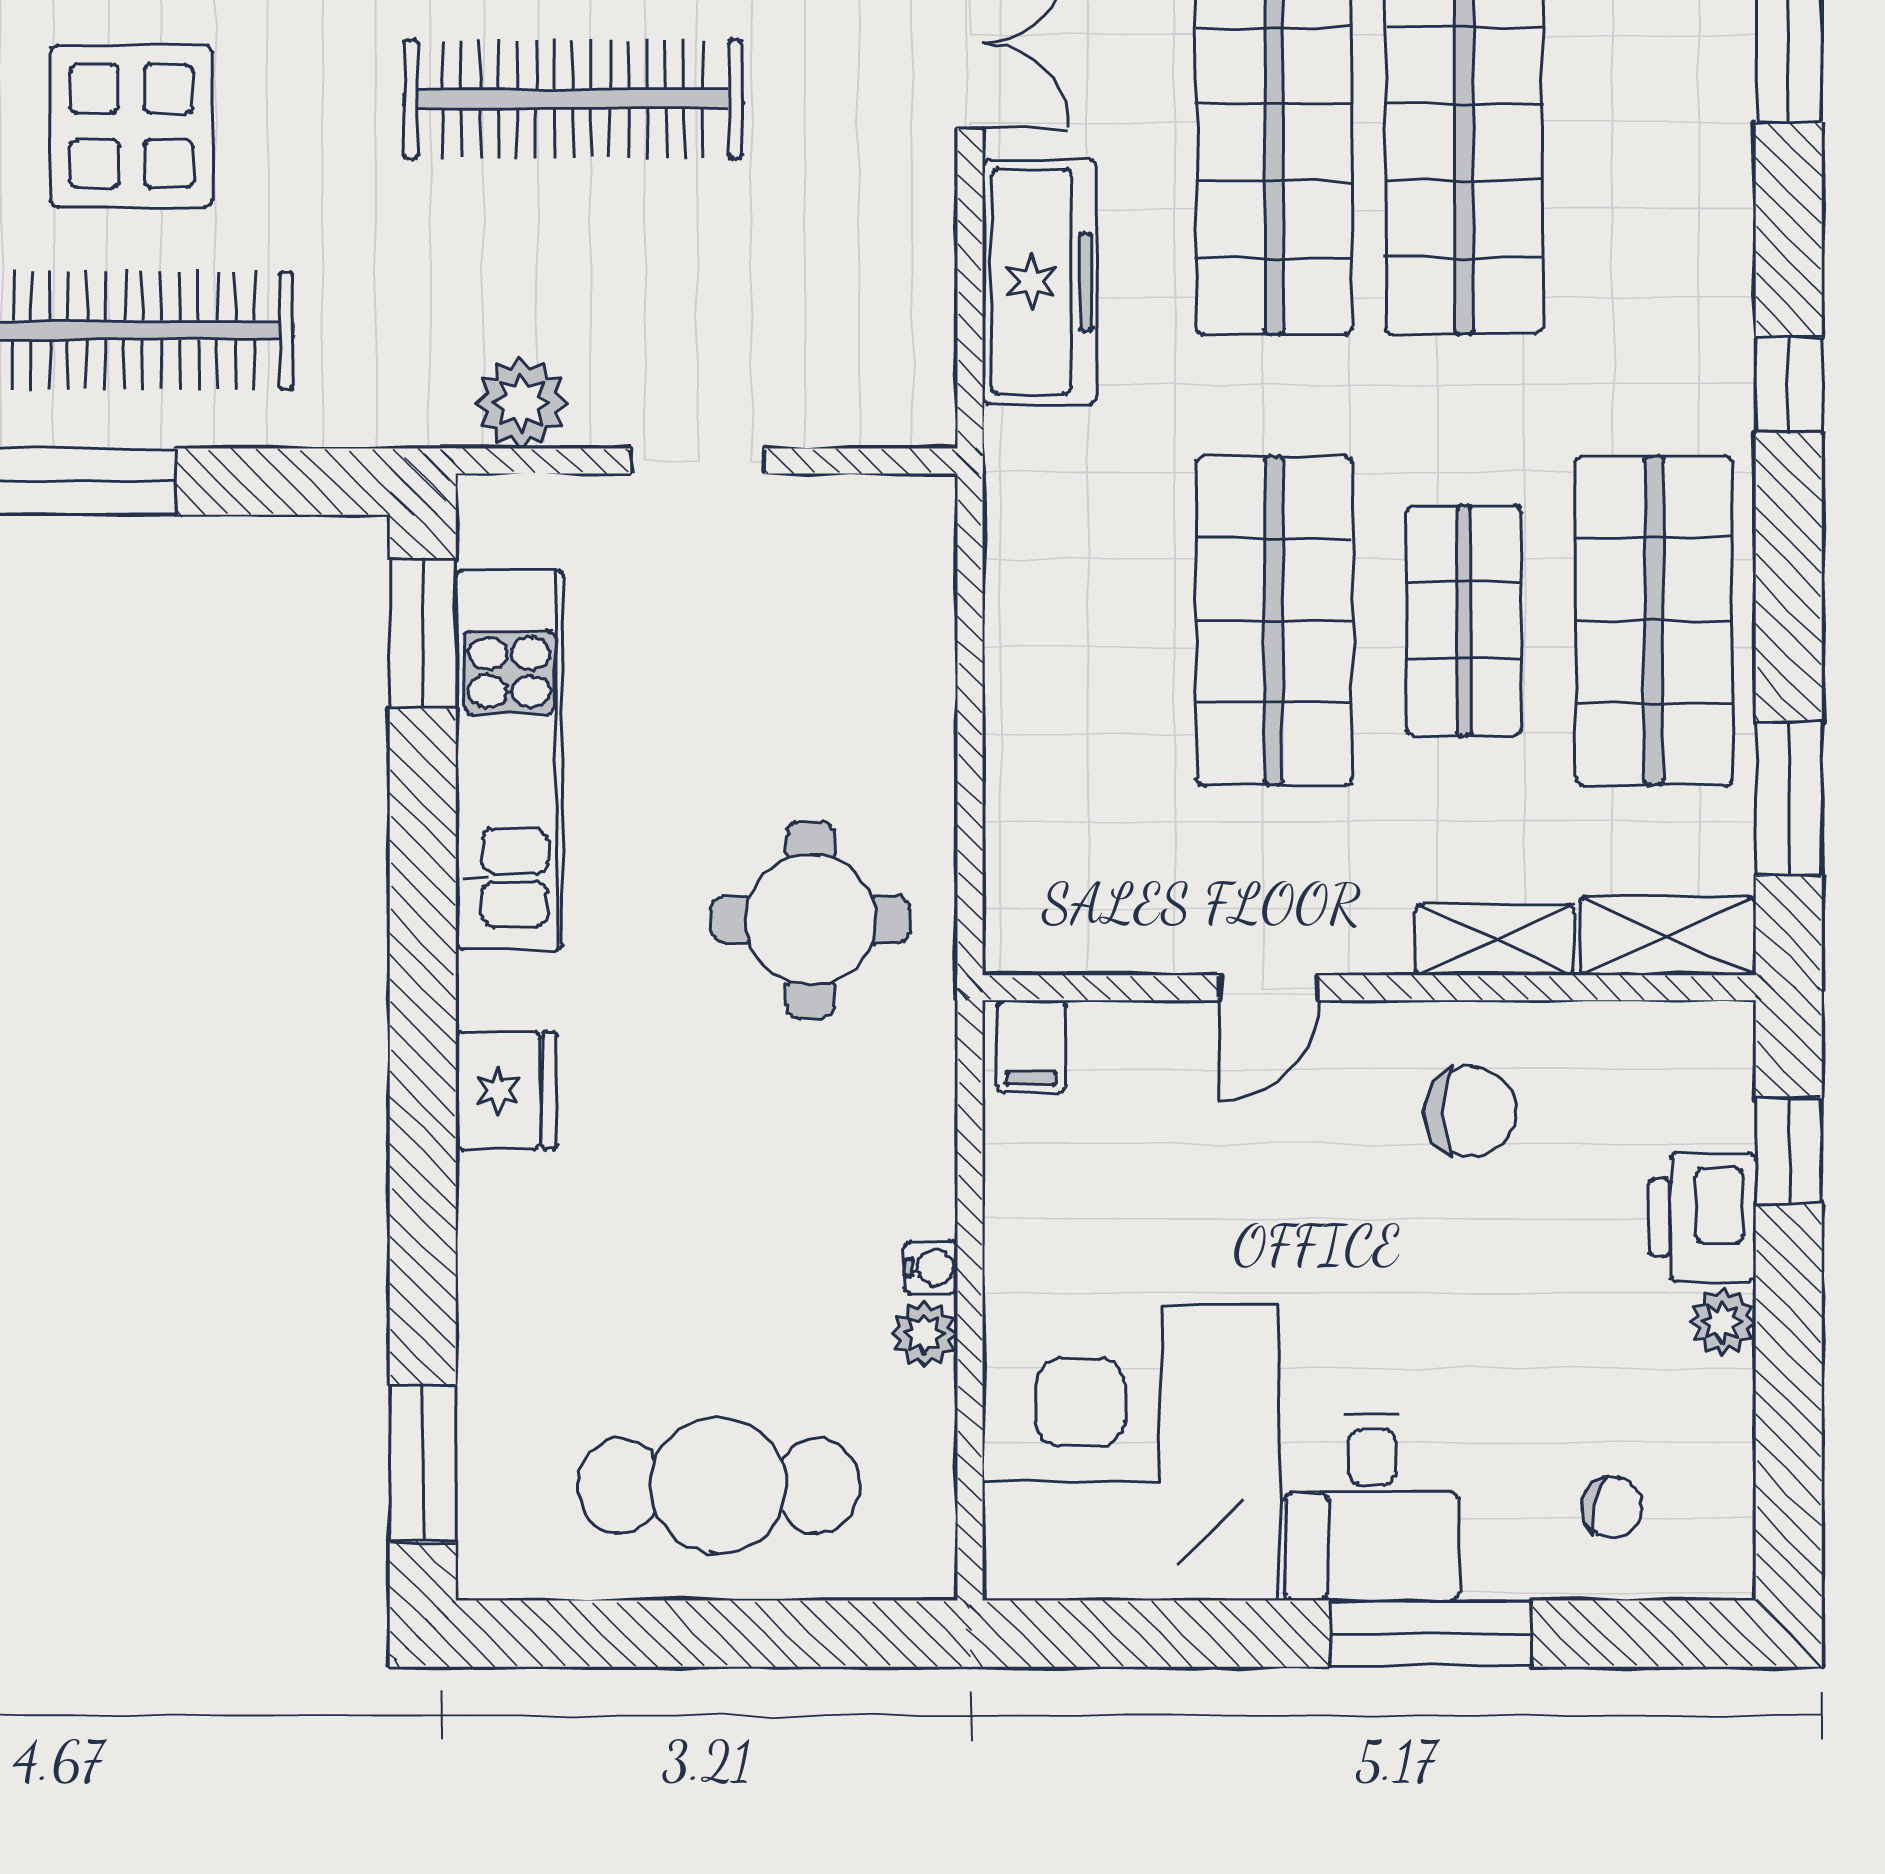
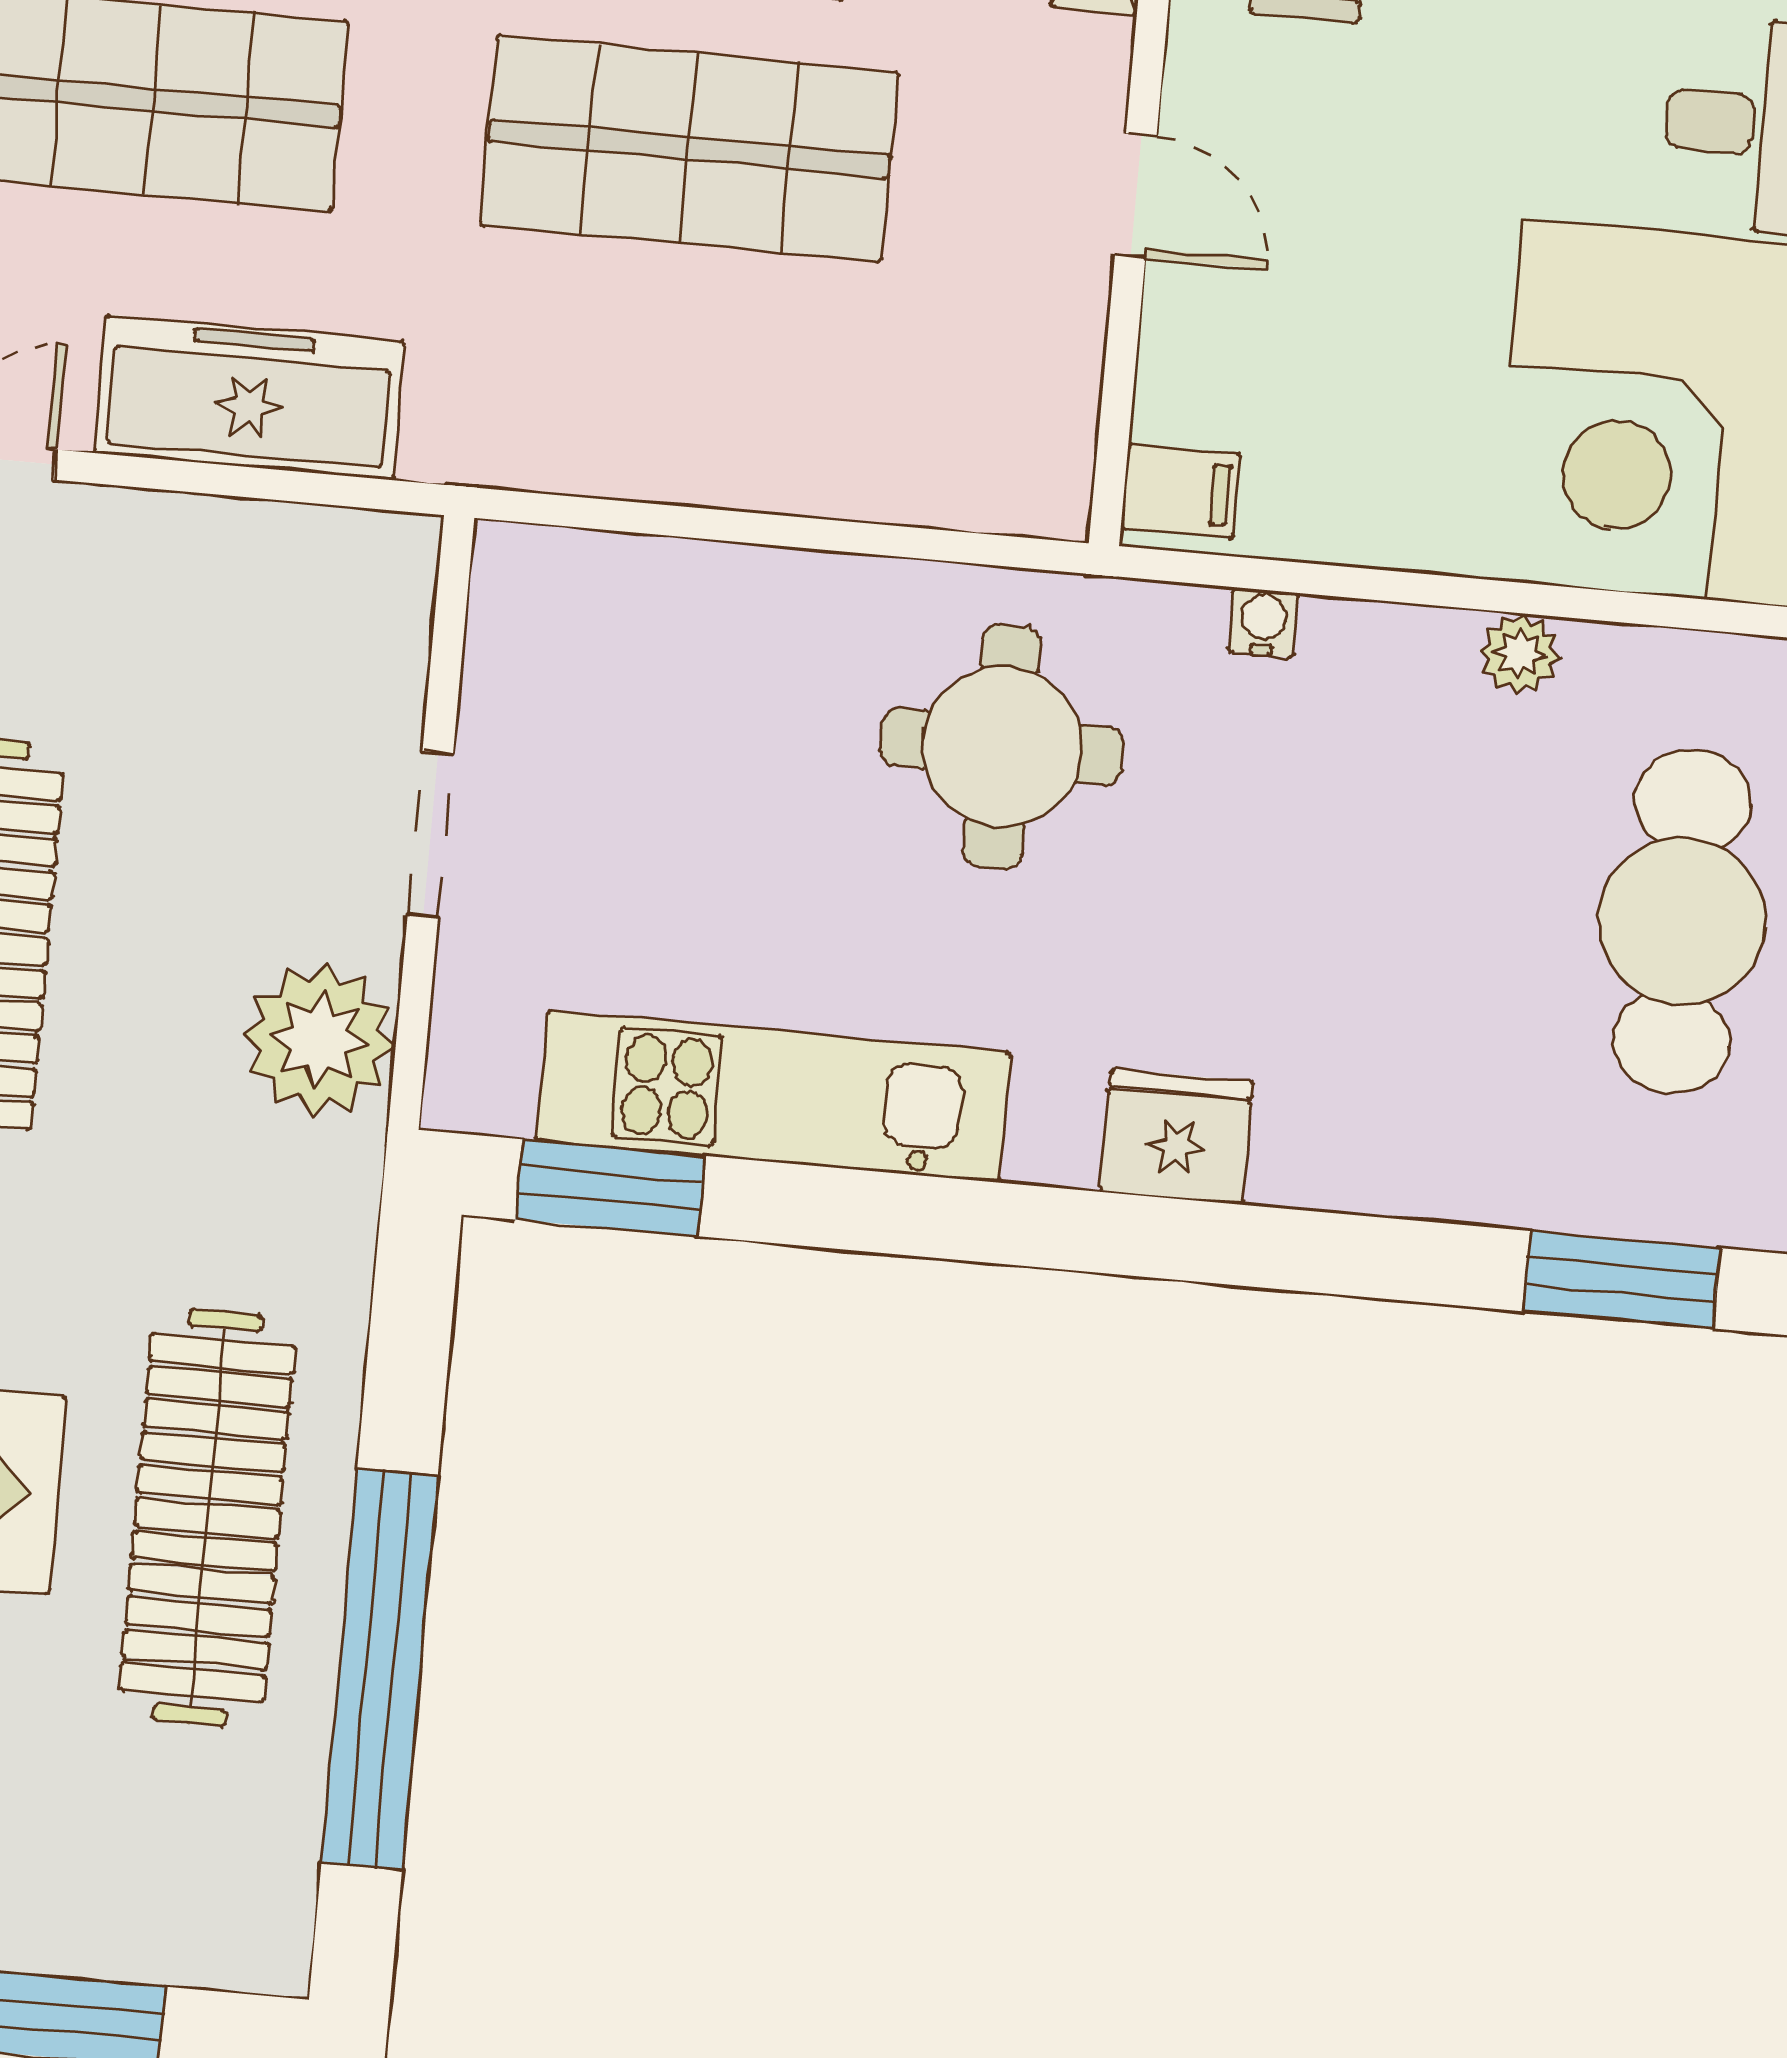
plant: (521, 403) -> (319, 1040), width x1.36, depth x1.36
water cooler: (931, 1267) -> (1264, 622), moved

